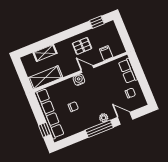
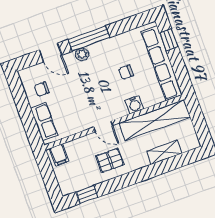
filing cabinet: (106, 53) -> (59, 155), moved
shelving: (45, 78) -> (155, 120), width x1.47
water cooler: (79, 80) -> (135, 105), moved

